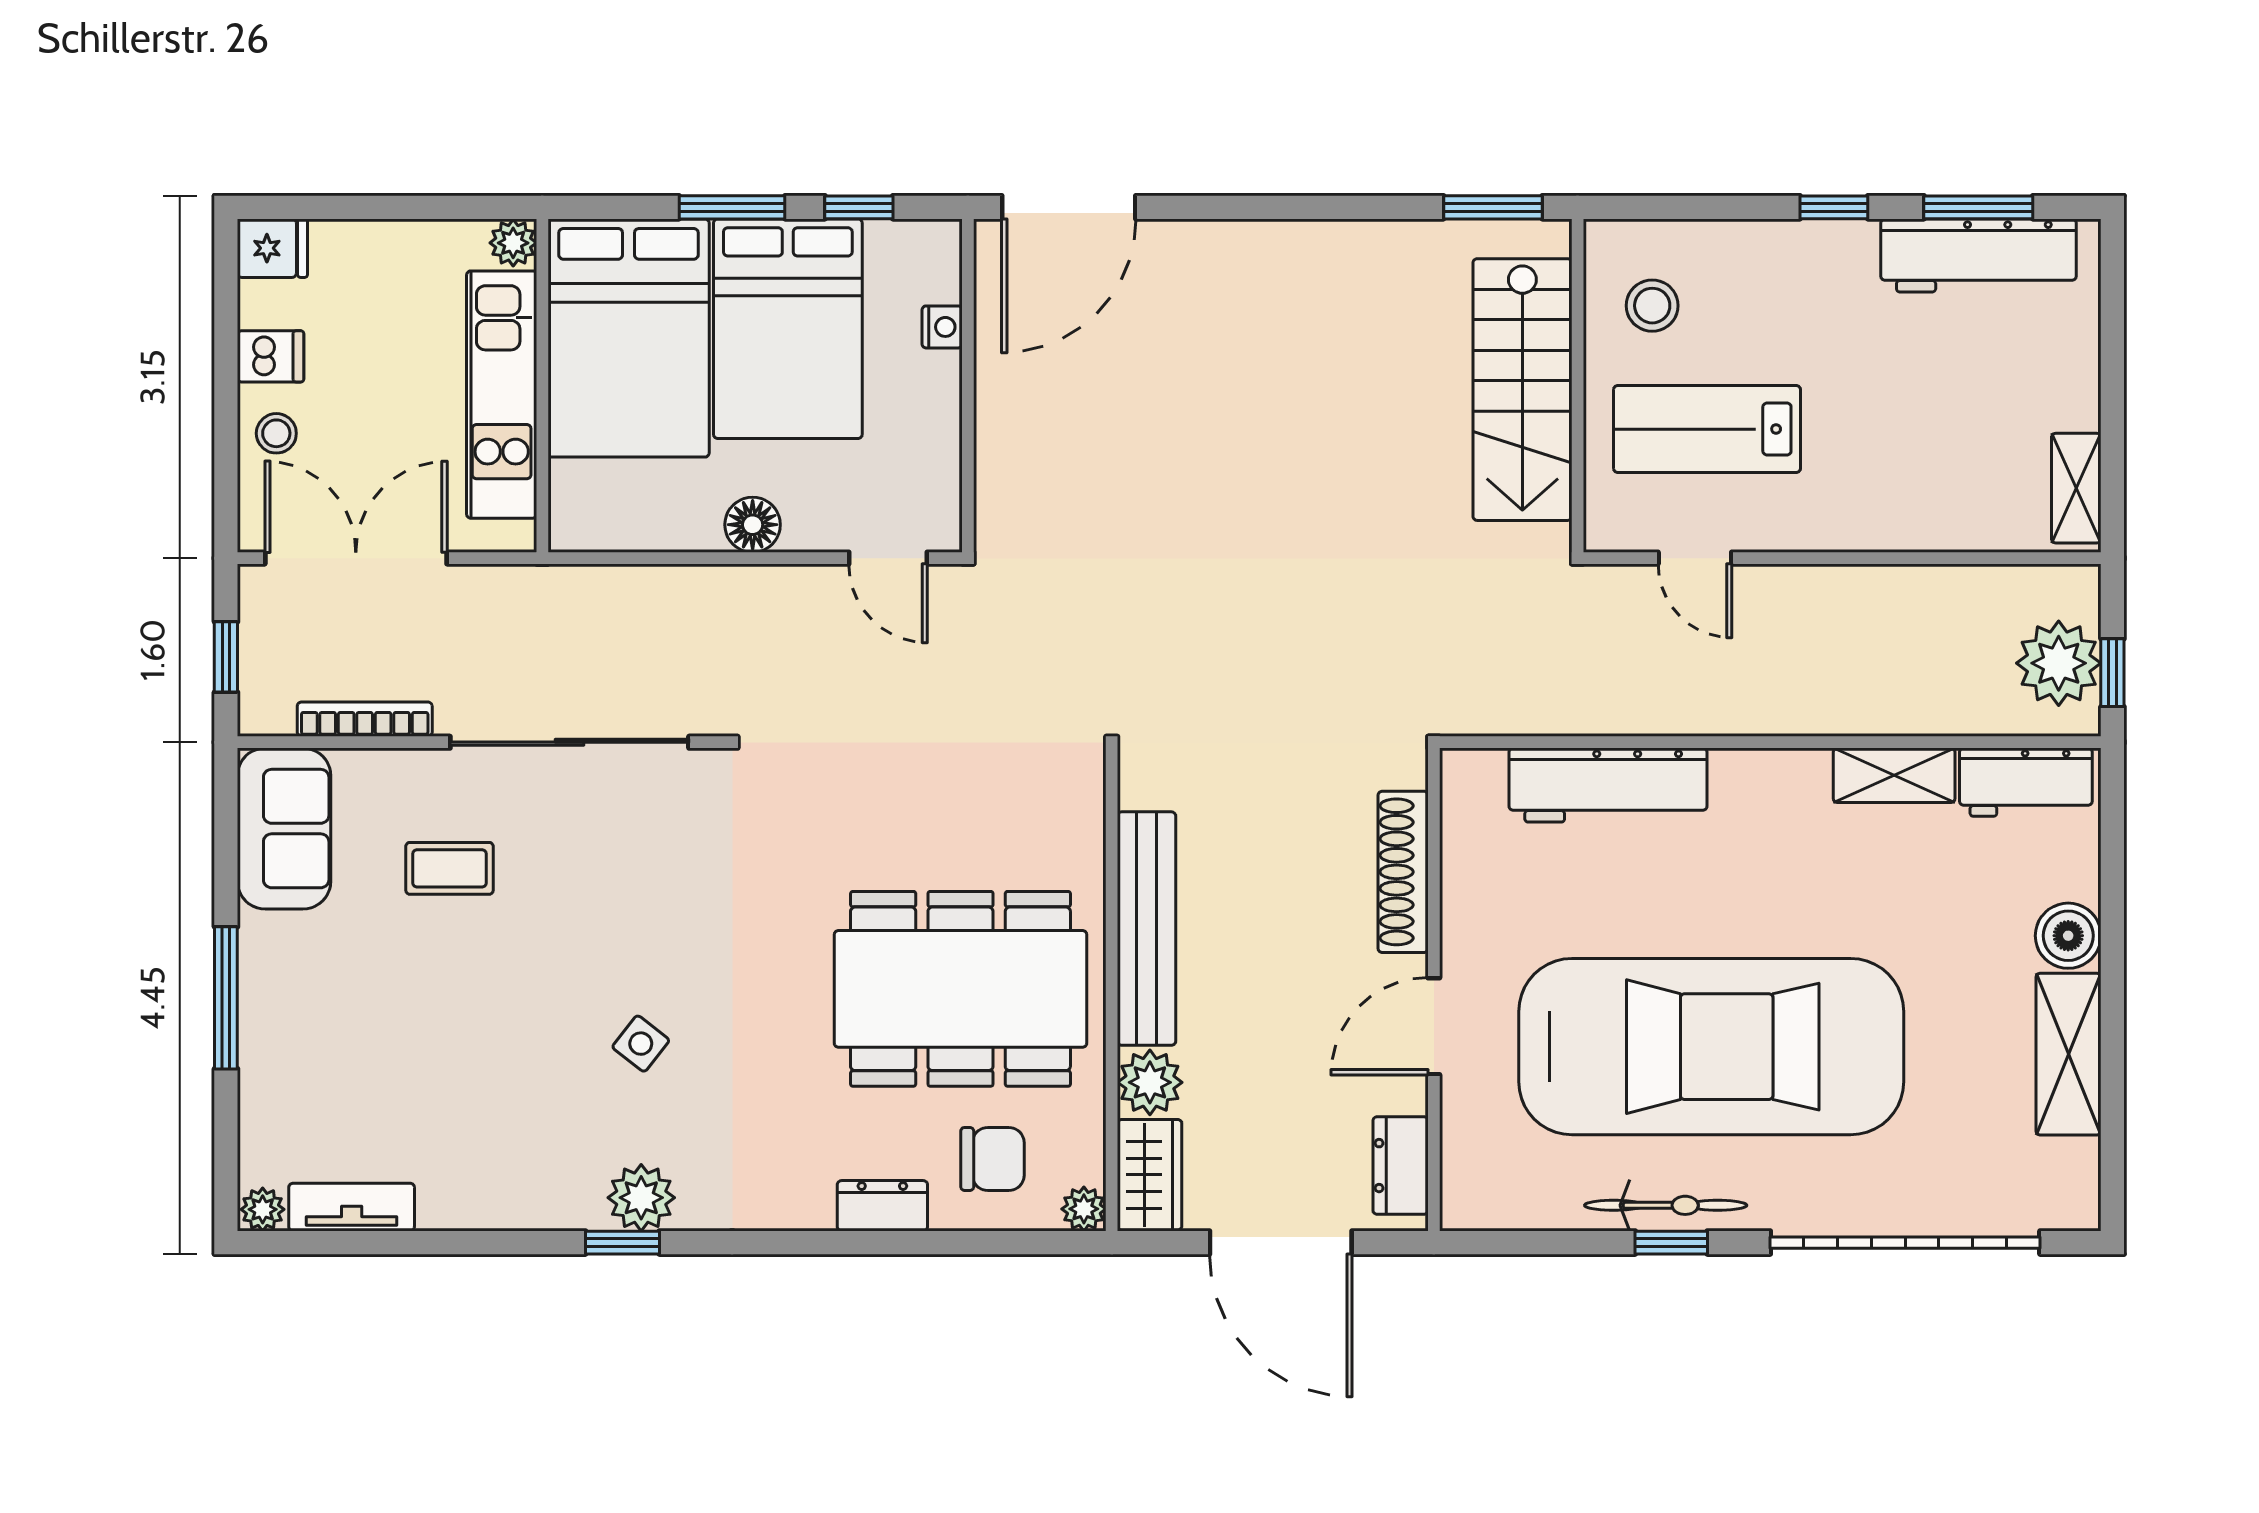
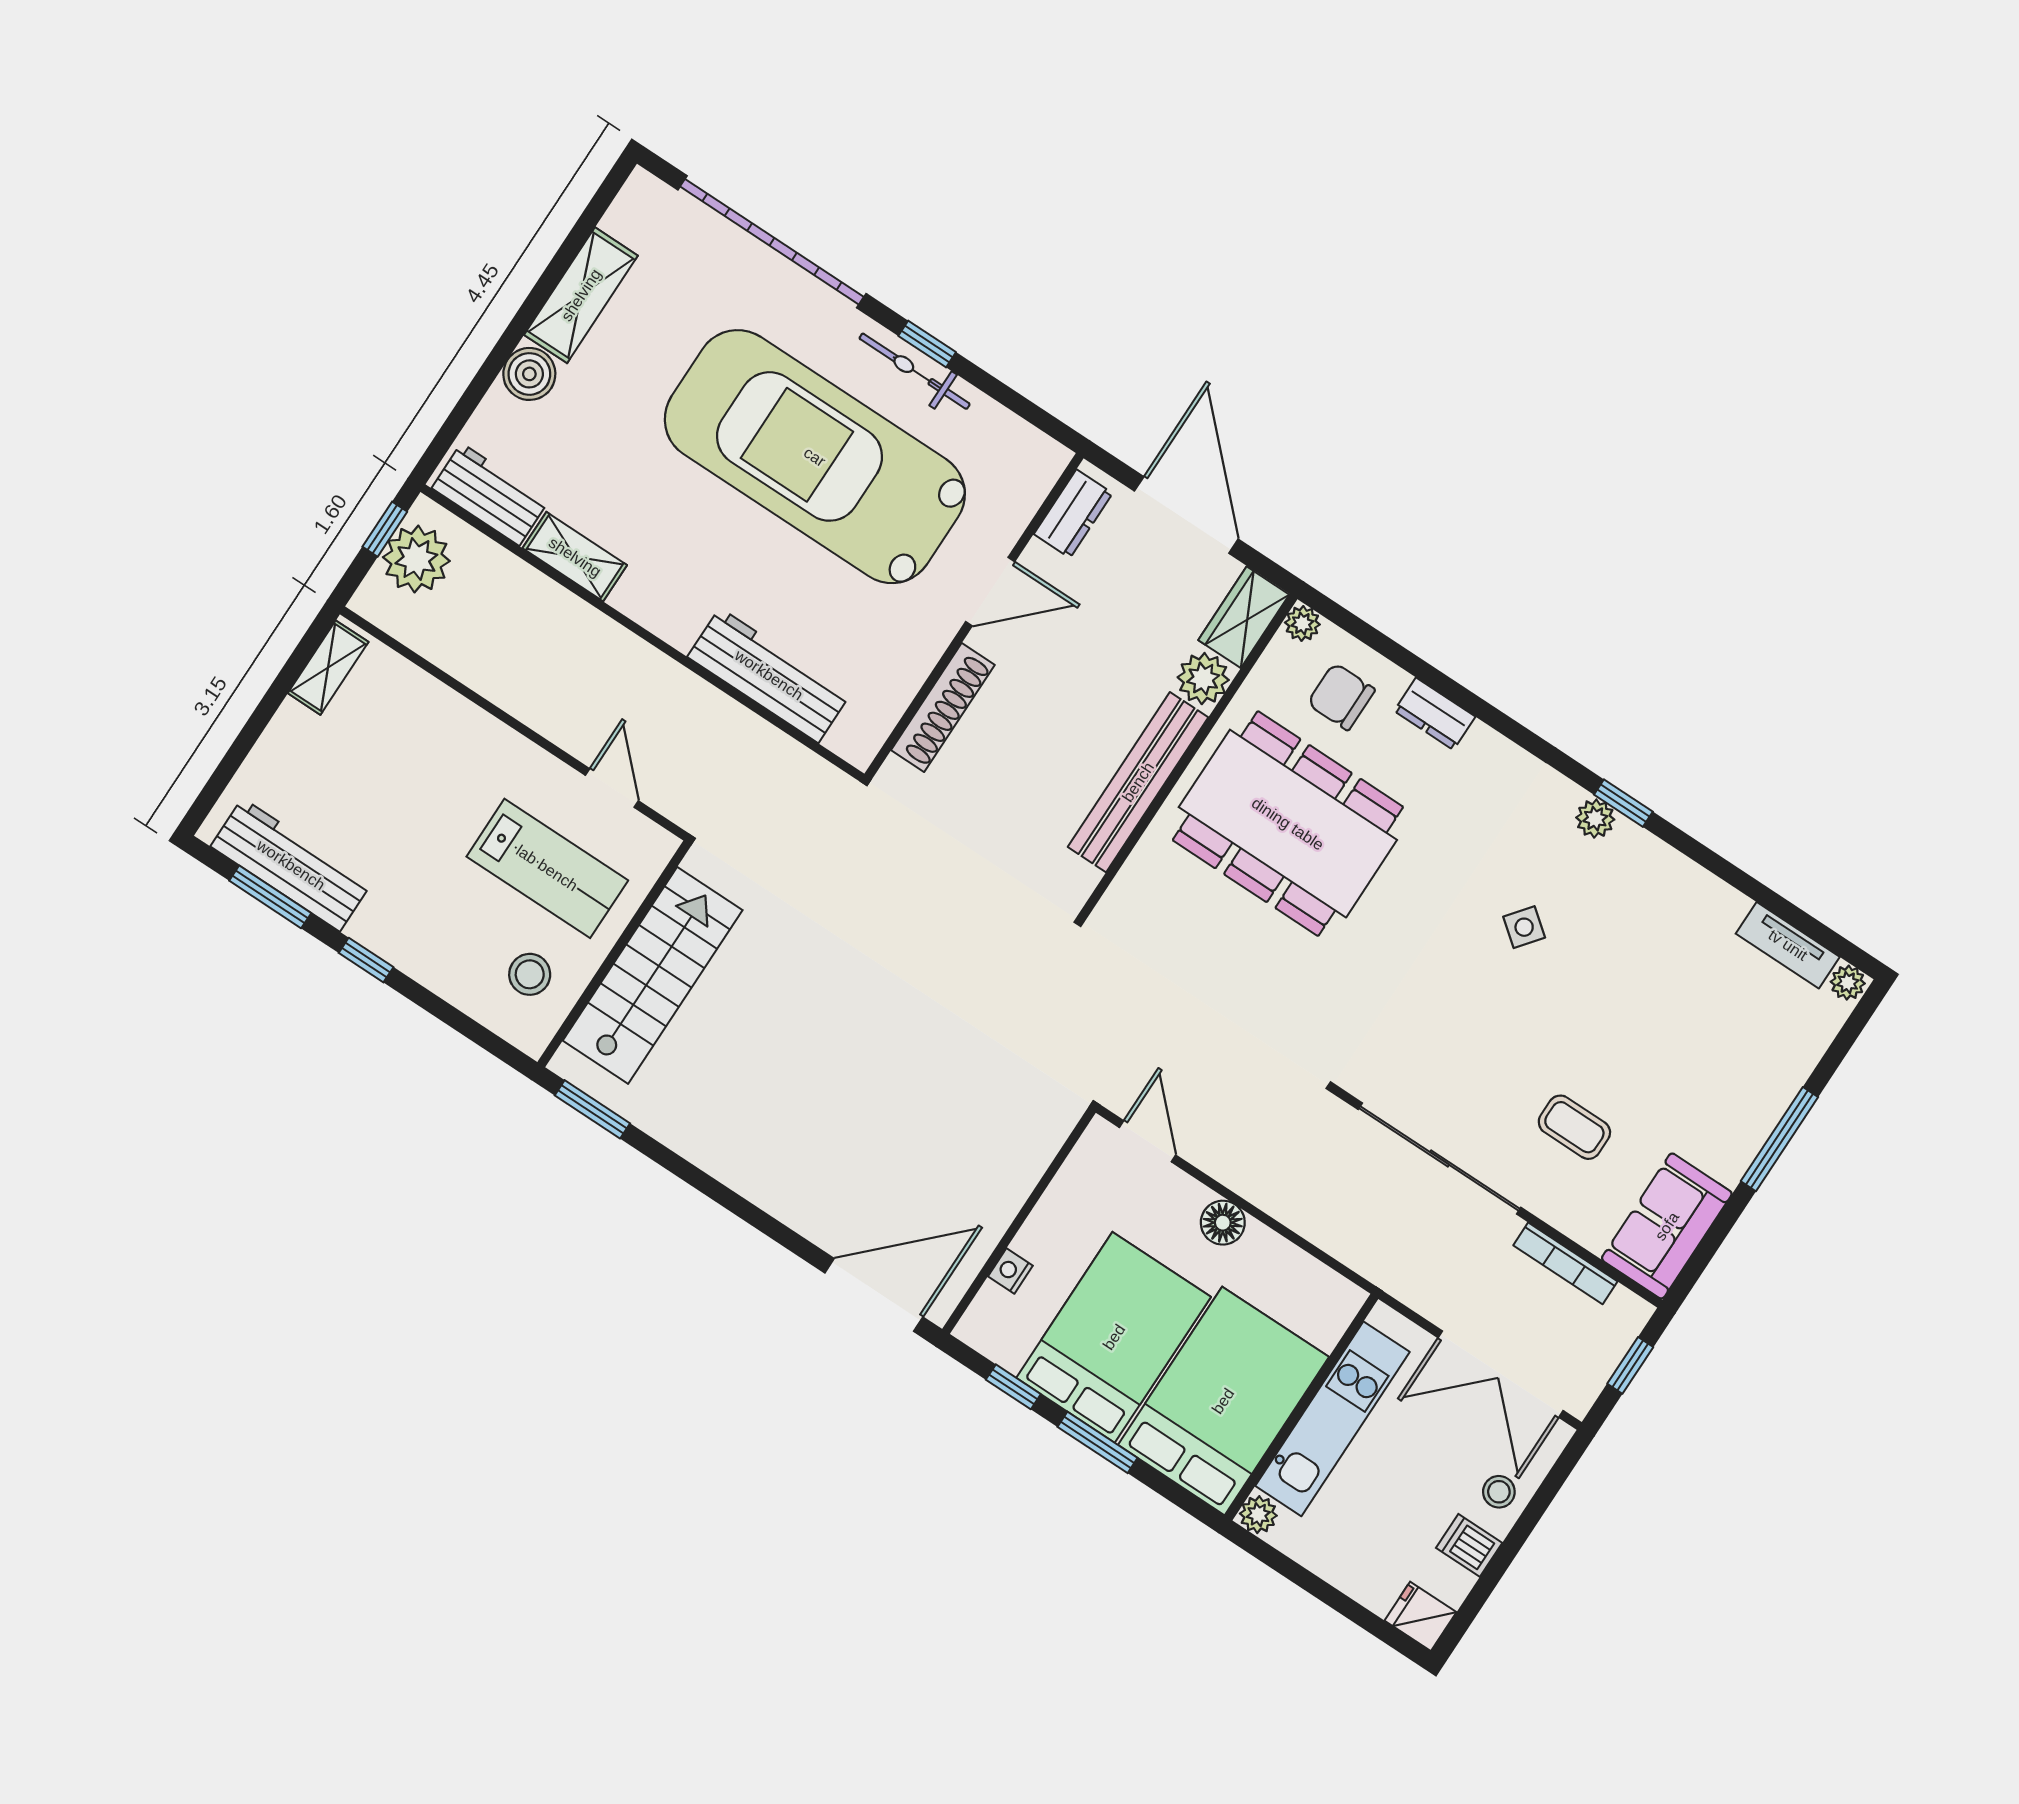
plant: (641, 1198) -> (1595, 819), width x0.73, depth x0.73

